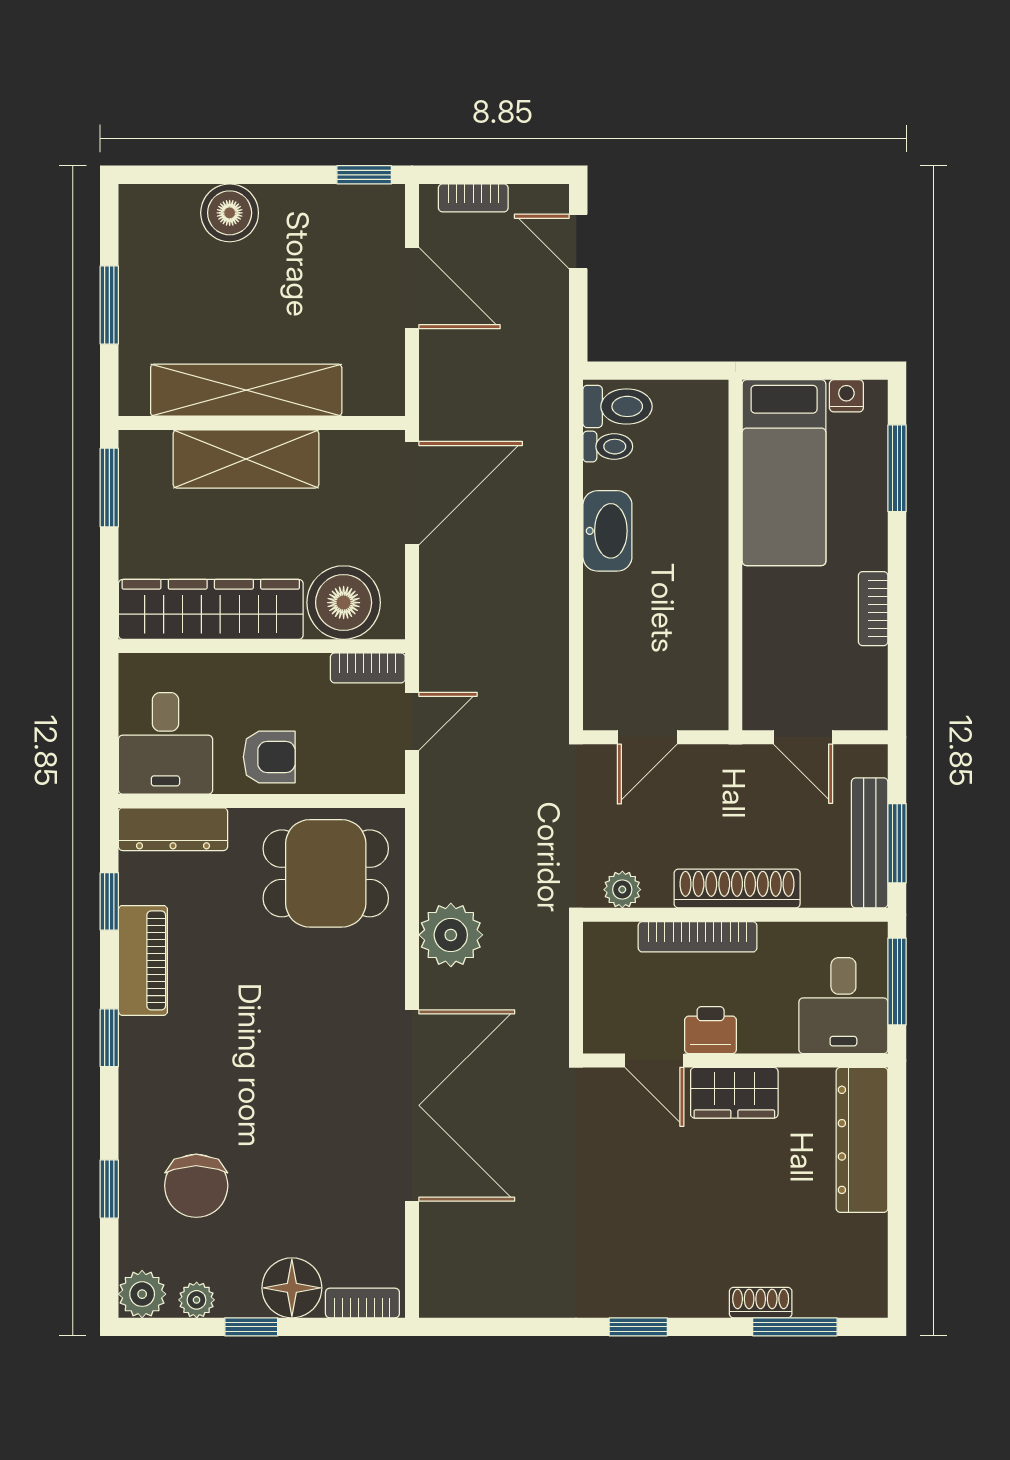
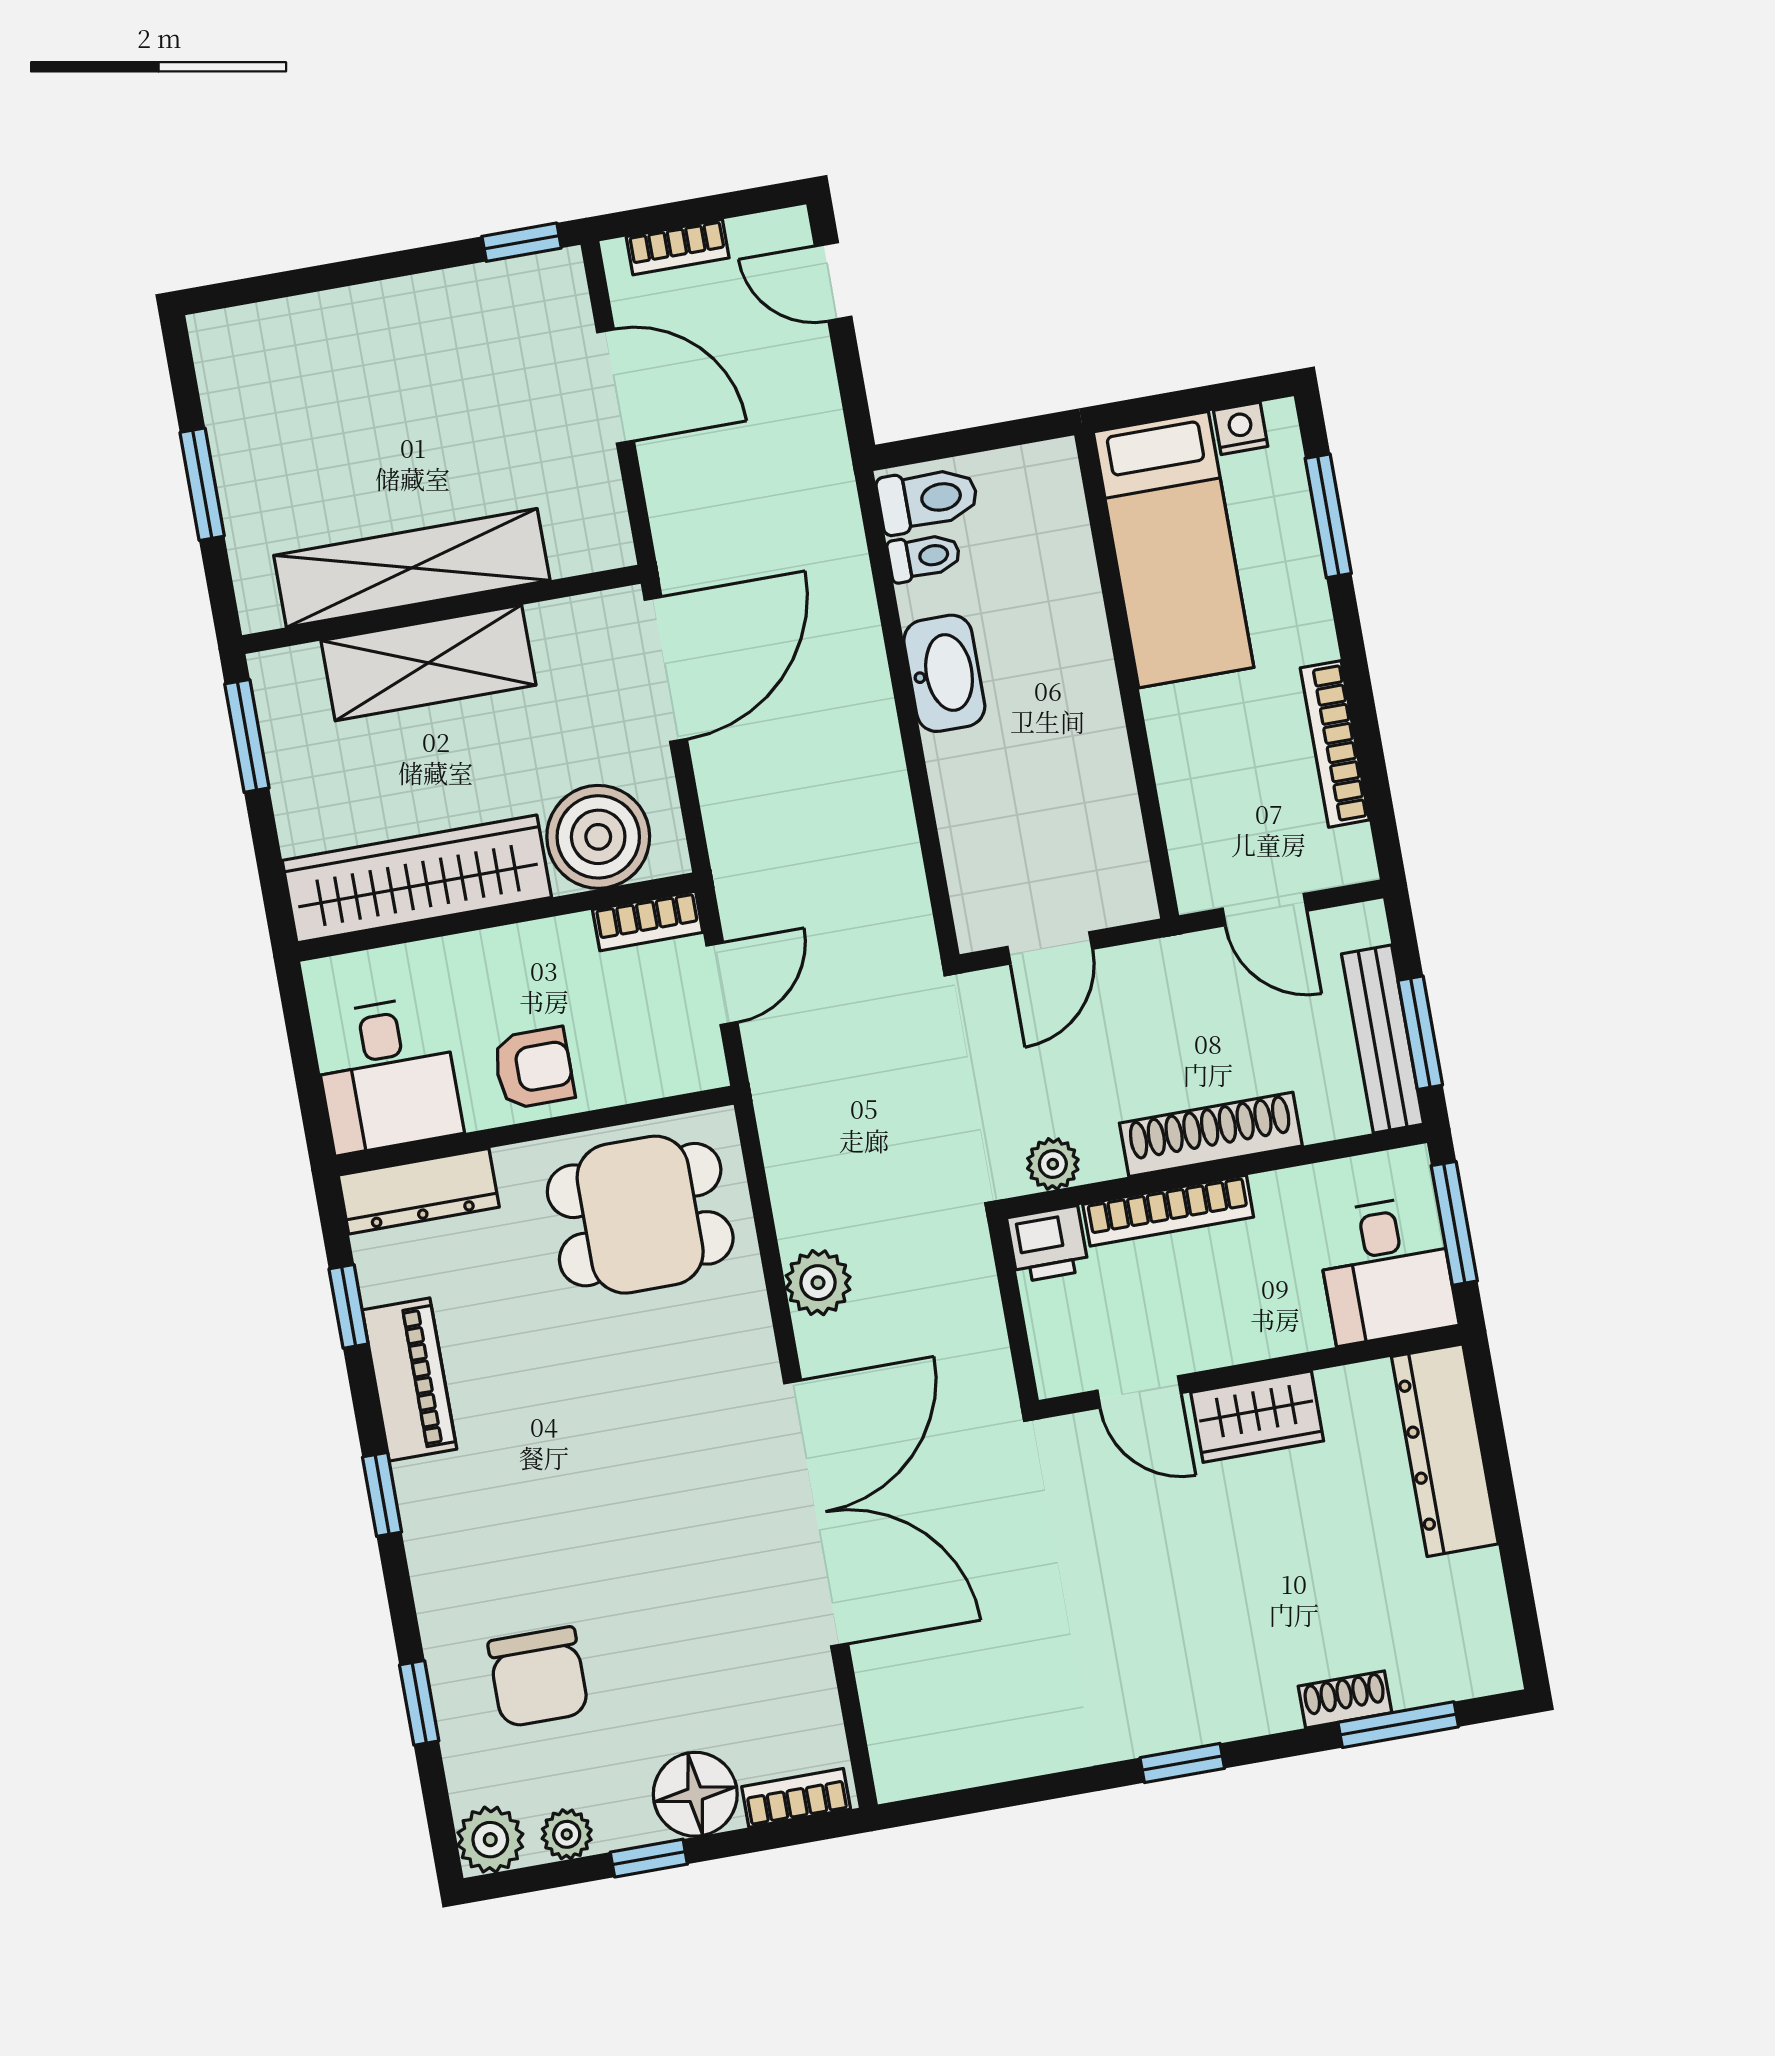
boiler: (230, 213) -> (345, 328), removed
bookcase: (873, 609) -> (1335, 744), width x1.56
plant: (451, 935) -> (818, 1283), width x0.73, depth x0.73
printer: (711, 1030) -> (1048, 1244), moved, turned 180

